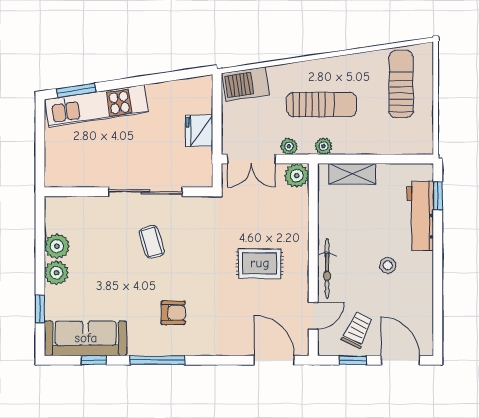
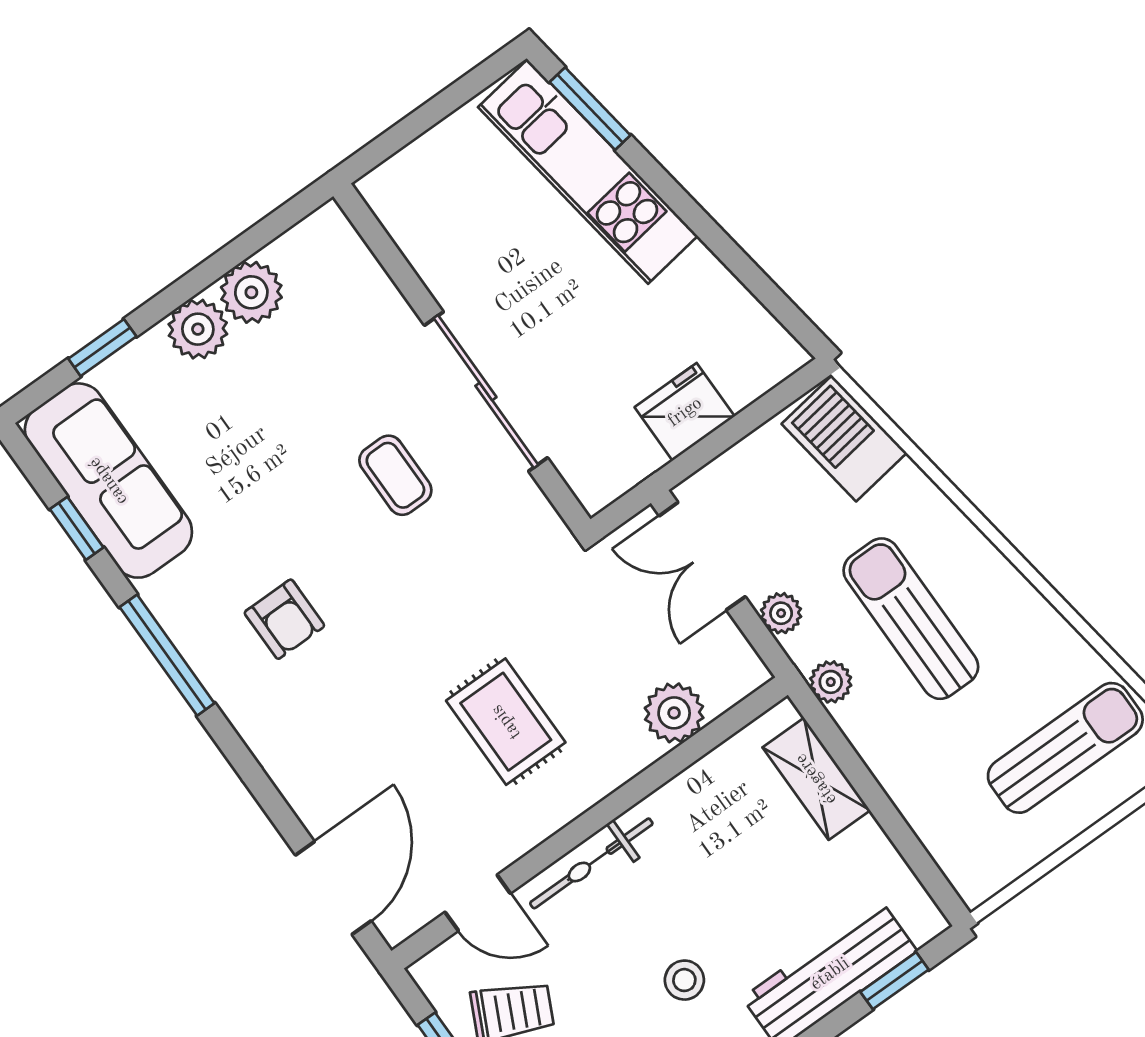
sun lounger: (321, 105) -> (911, 619), turned 180
plant: (297, 176) -> (674, 713), moved
coffee table: (152, 242) -> (395, 475), turned -73

